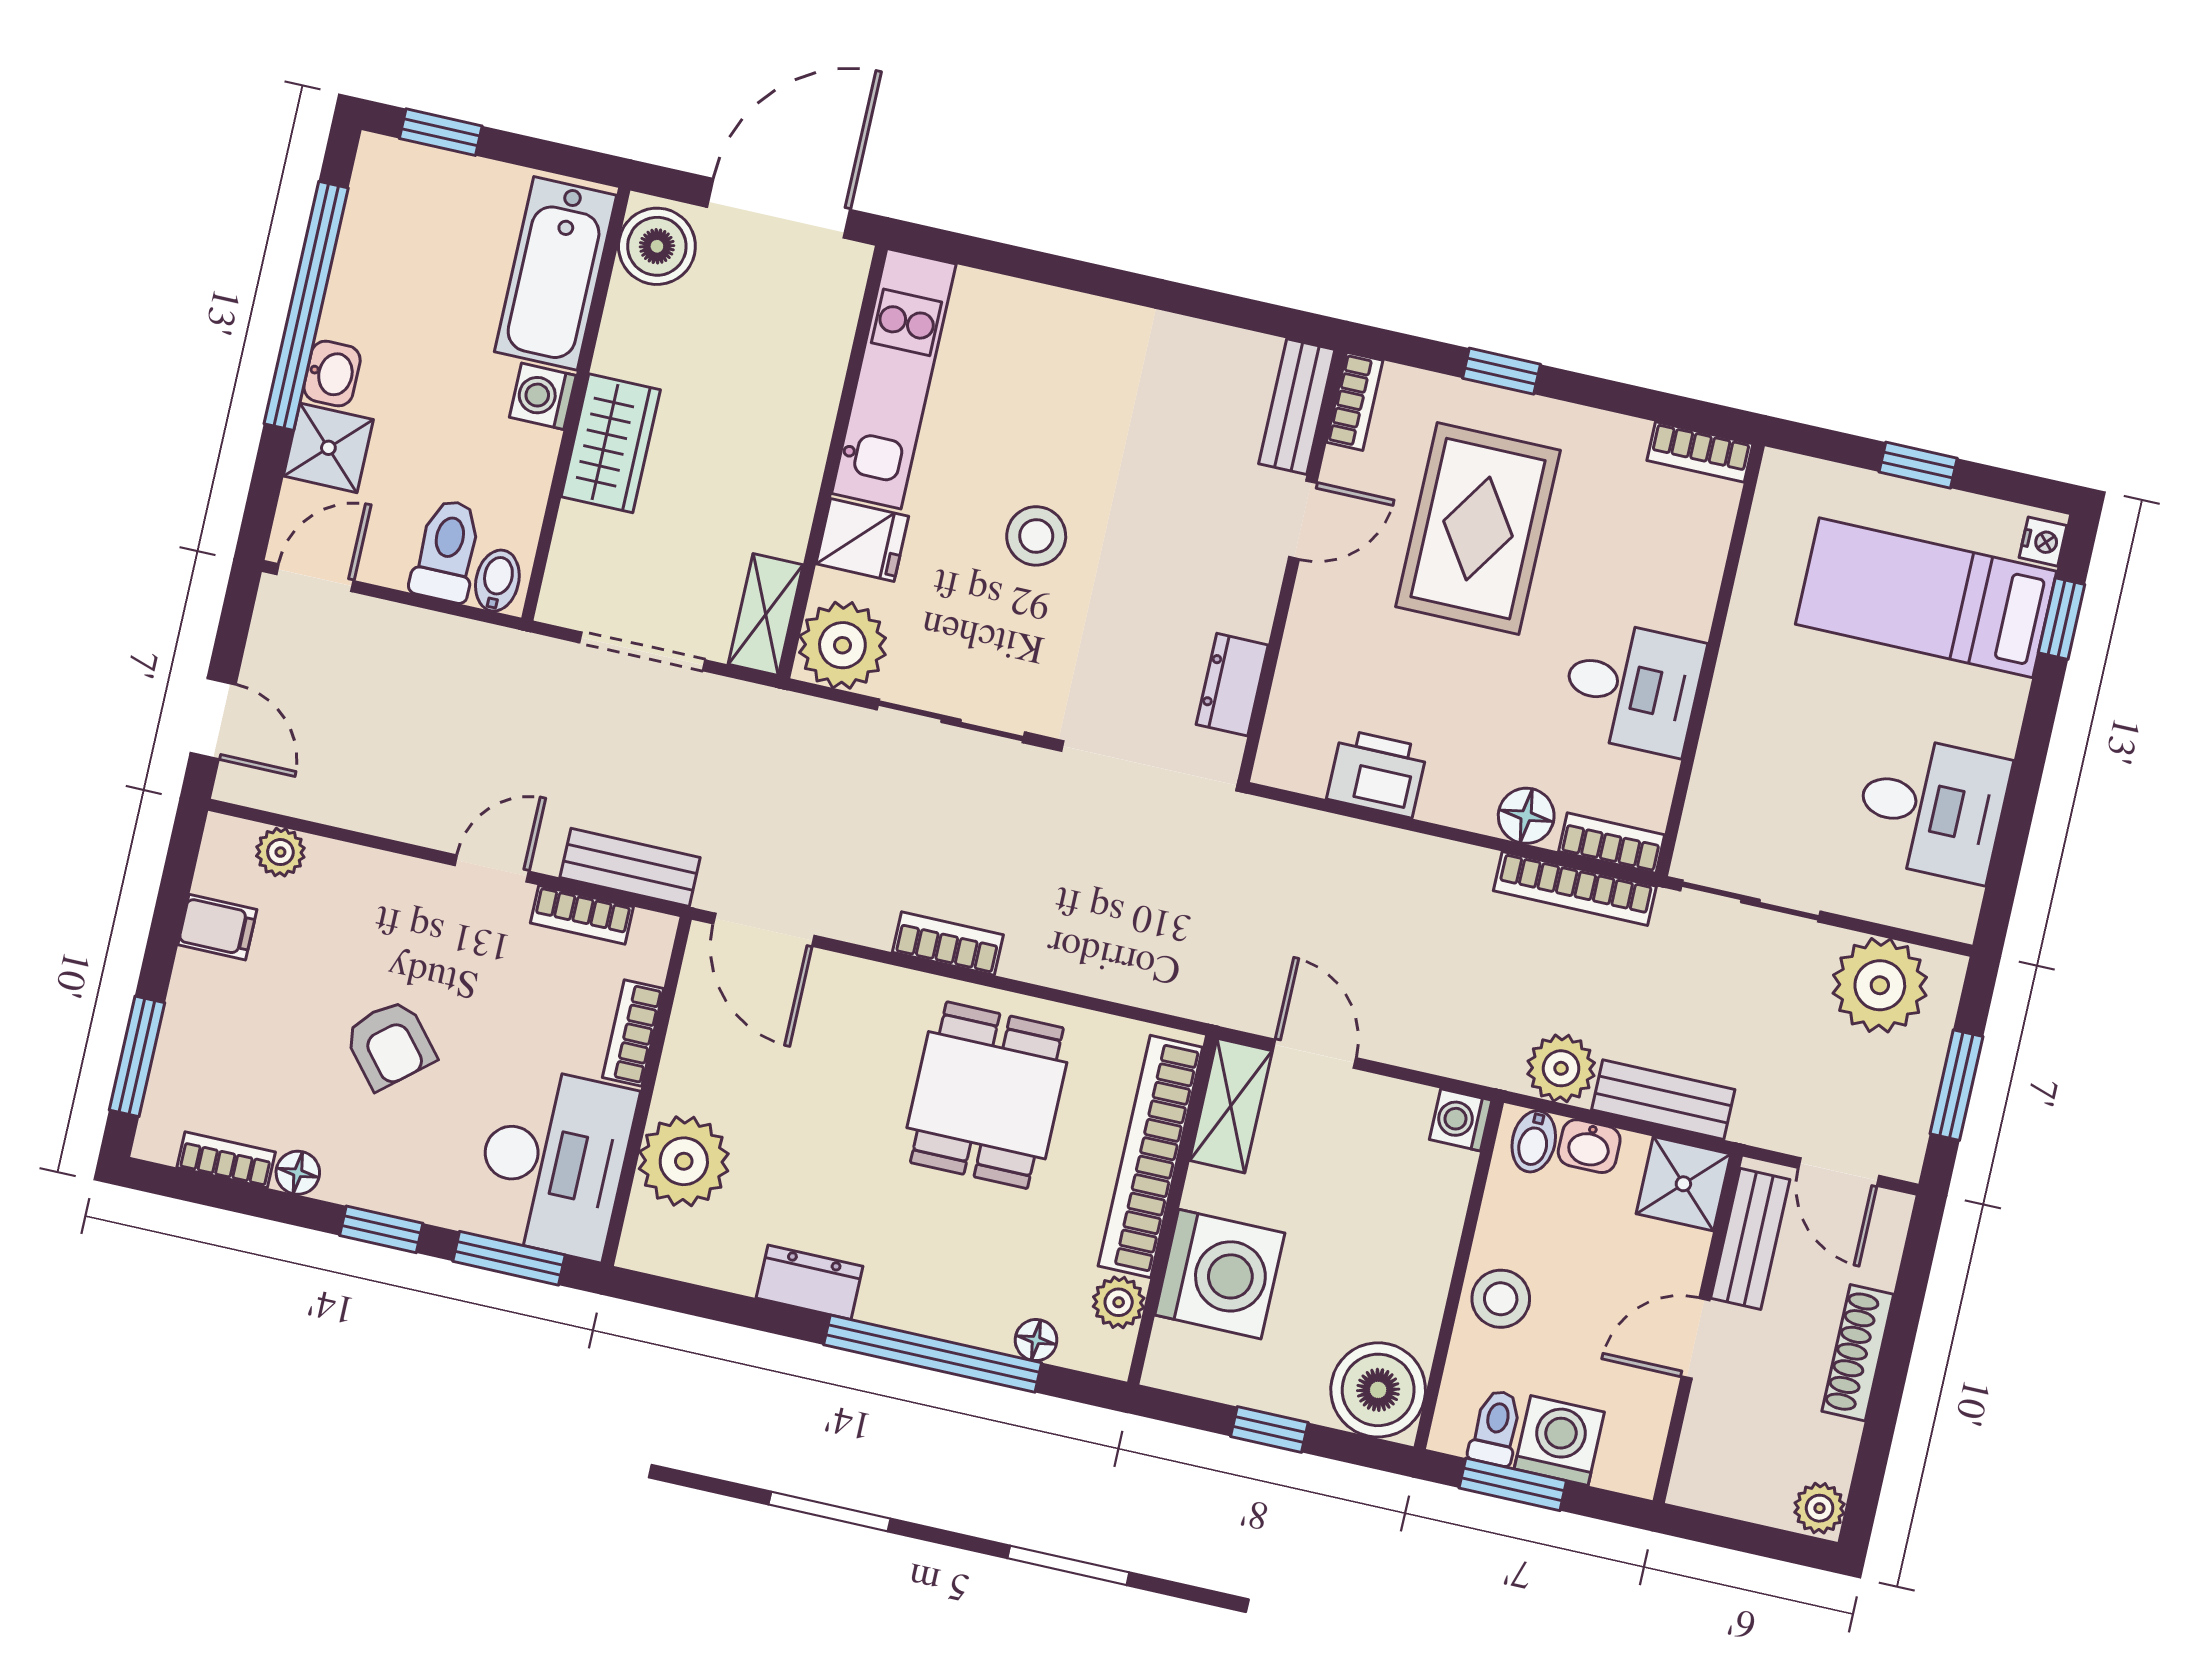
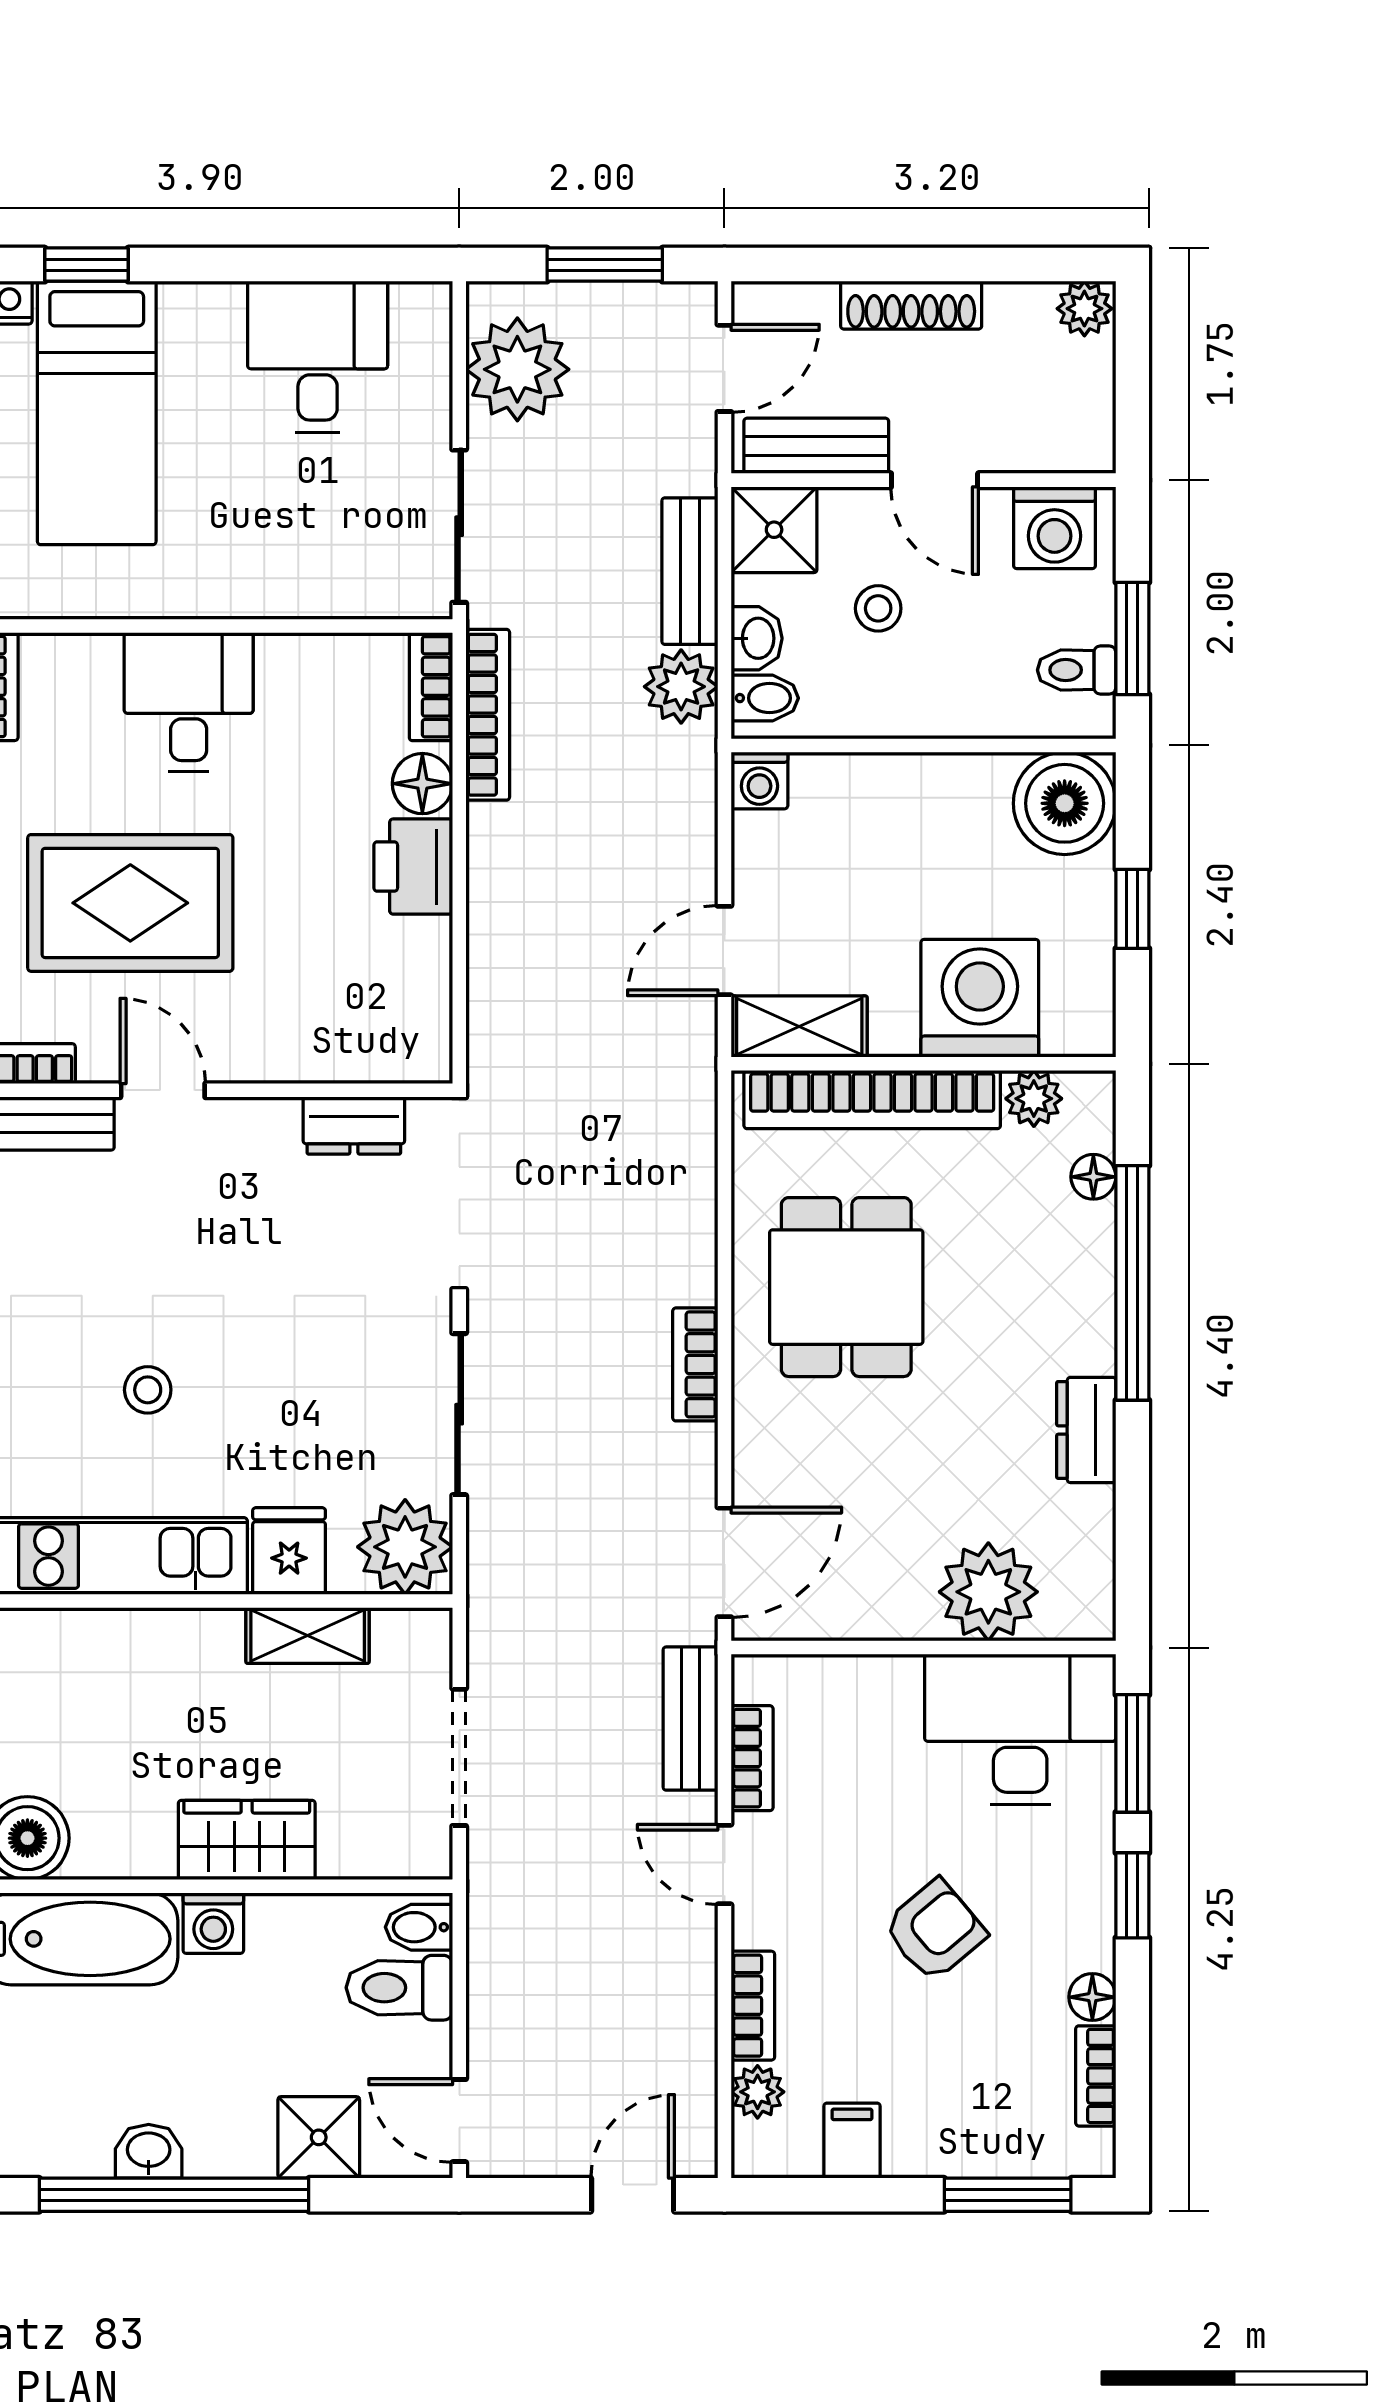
washbasin: (332, 374) -> (149, 2151), moved
stool: (1036, 536) -> (148, 1390), moved, width x0.73, depth x0.73
shelving: (766, 614) -> (308, 1635), moved
desk: (1632, 687) -> (189, 702), moved
printer: (1377, 773) -> (413, 867), moved
bookcase: (633, 1033) -> (753, 2006), moved, turned -90
dining table: (987, 1095) -> (846, 1287), turned 90
stool: (1501, 1299) -> (878, 608), moved, width x0.73, depth x0.73
washing machine: (1559, 1440) -> (1054, 528), moved, turned -90

